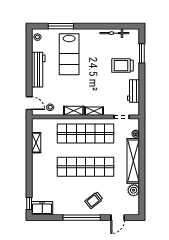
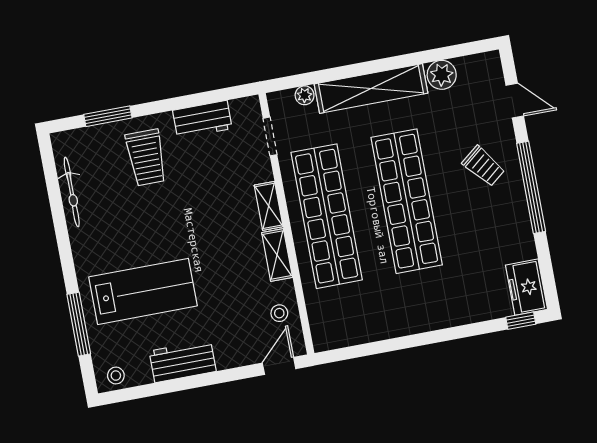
workbench: (38, 70) -> (183, 361), width x0.73
shelving: (36, 143) -> (371, 331), removed

